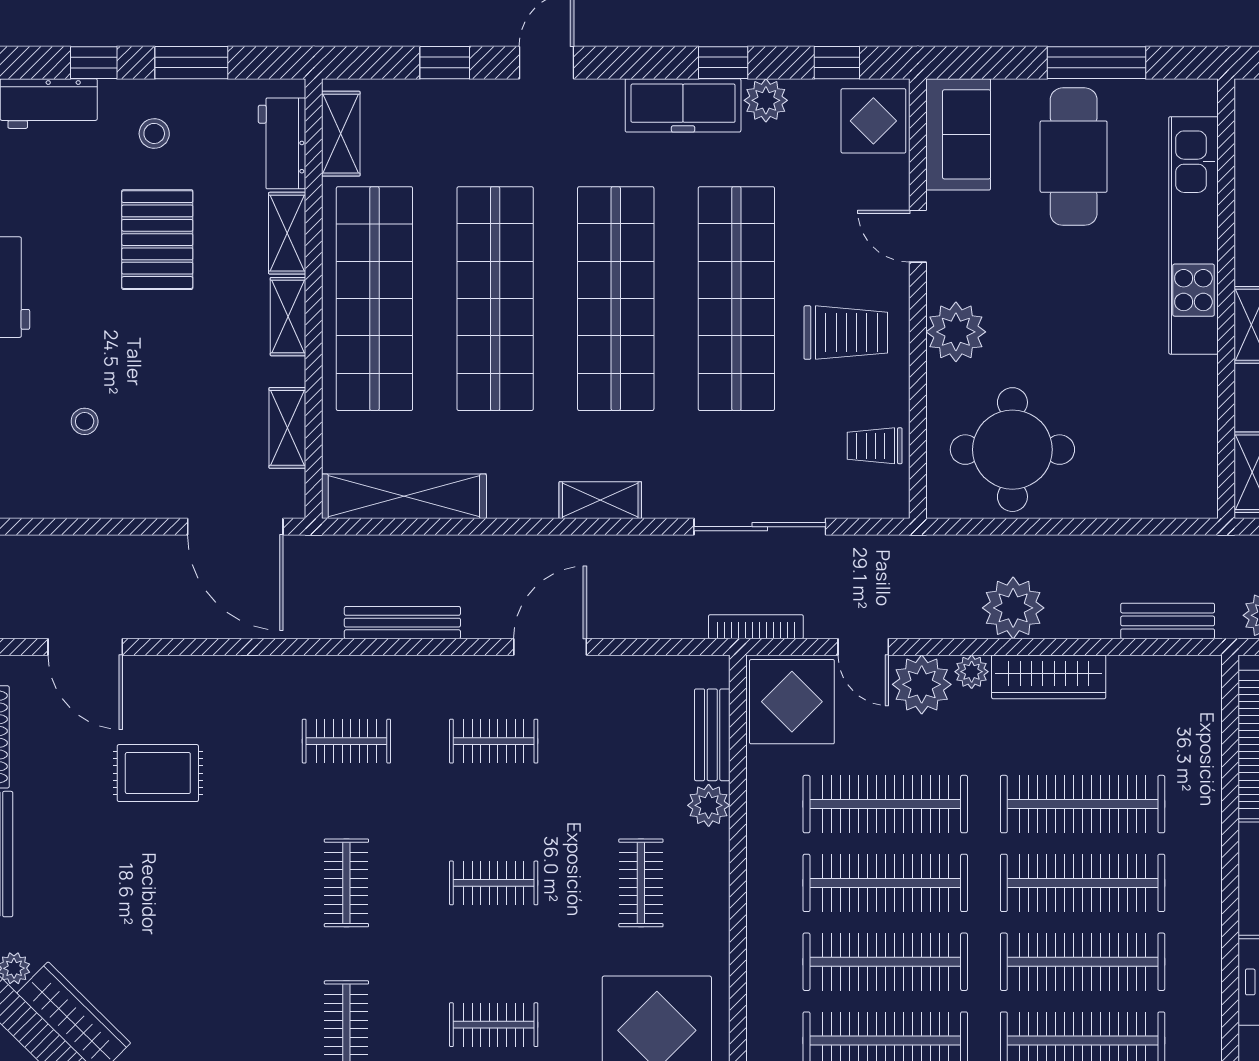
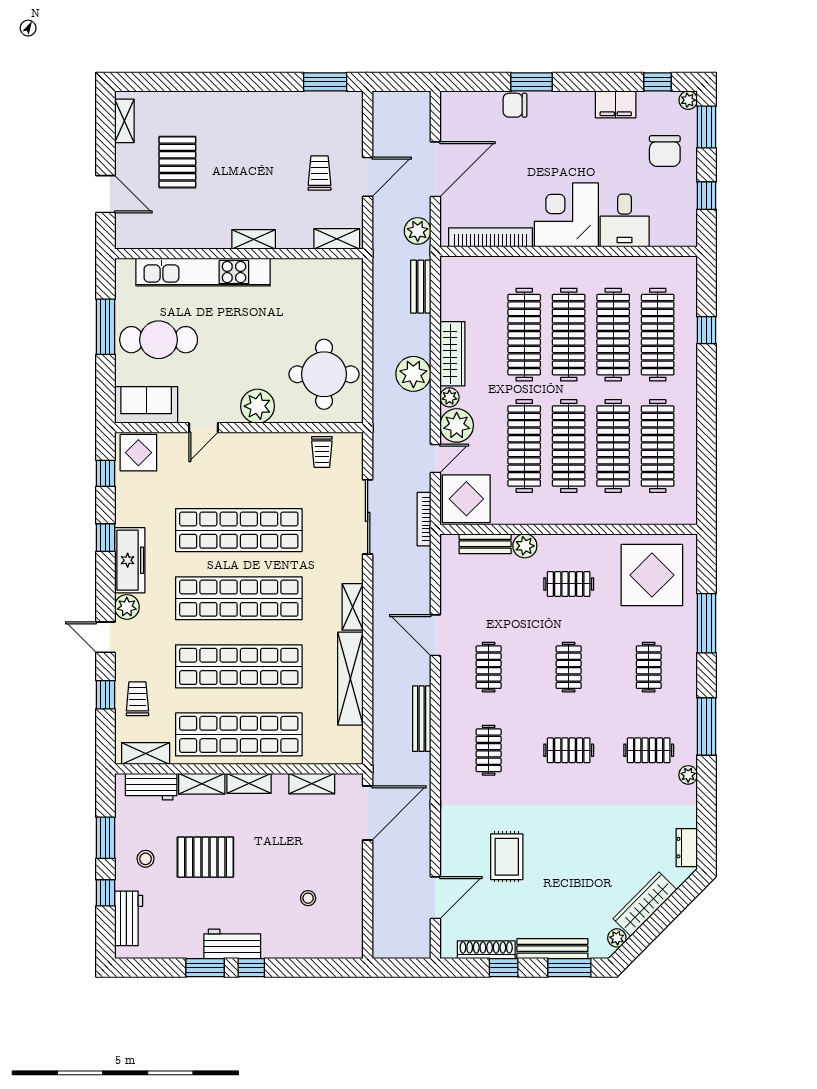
plant: (766, 100) -> (127, 607), moved
trolley: (846, 333) -> (137, 699), moved, width x0.73, depth x0.72
shelving: (404, 496) -> (350, 679), moved

